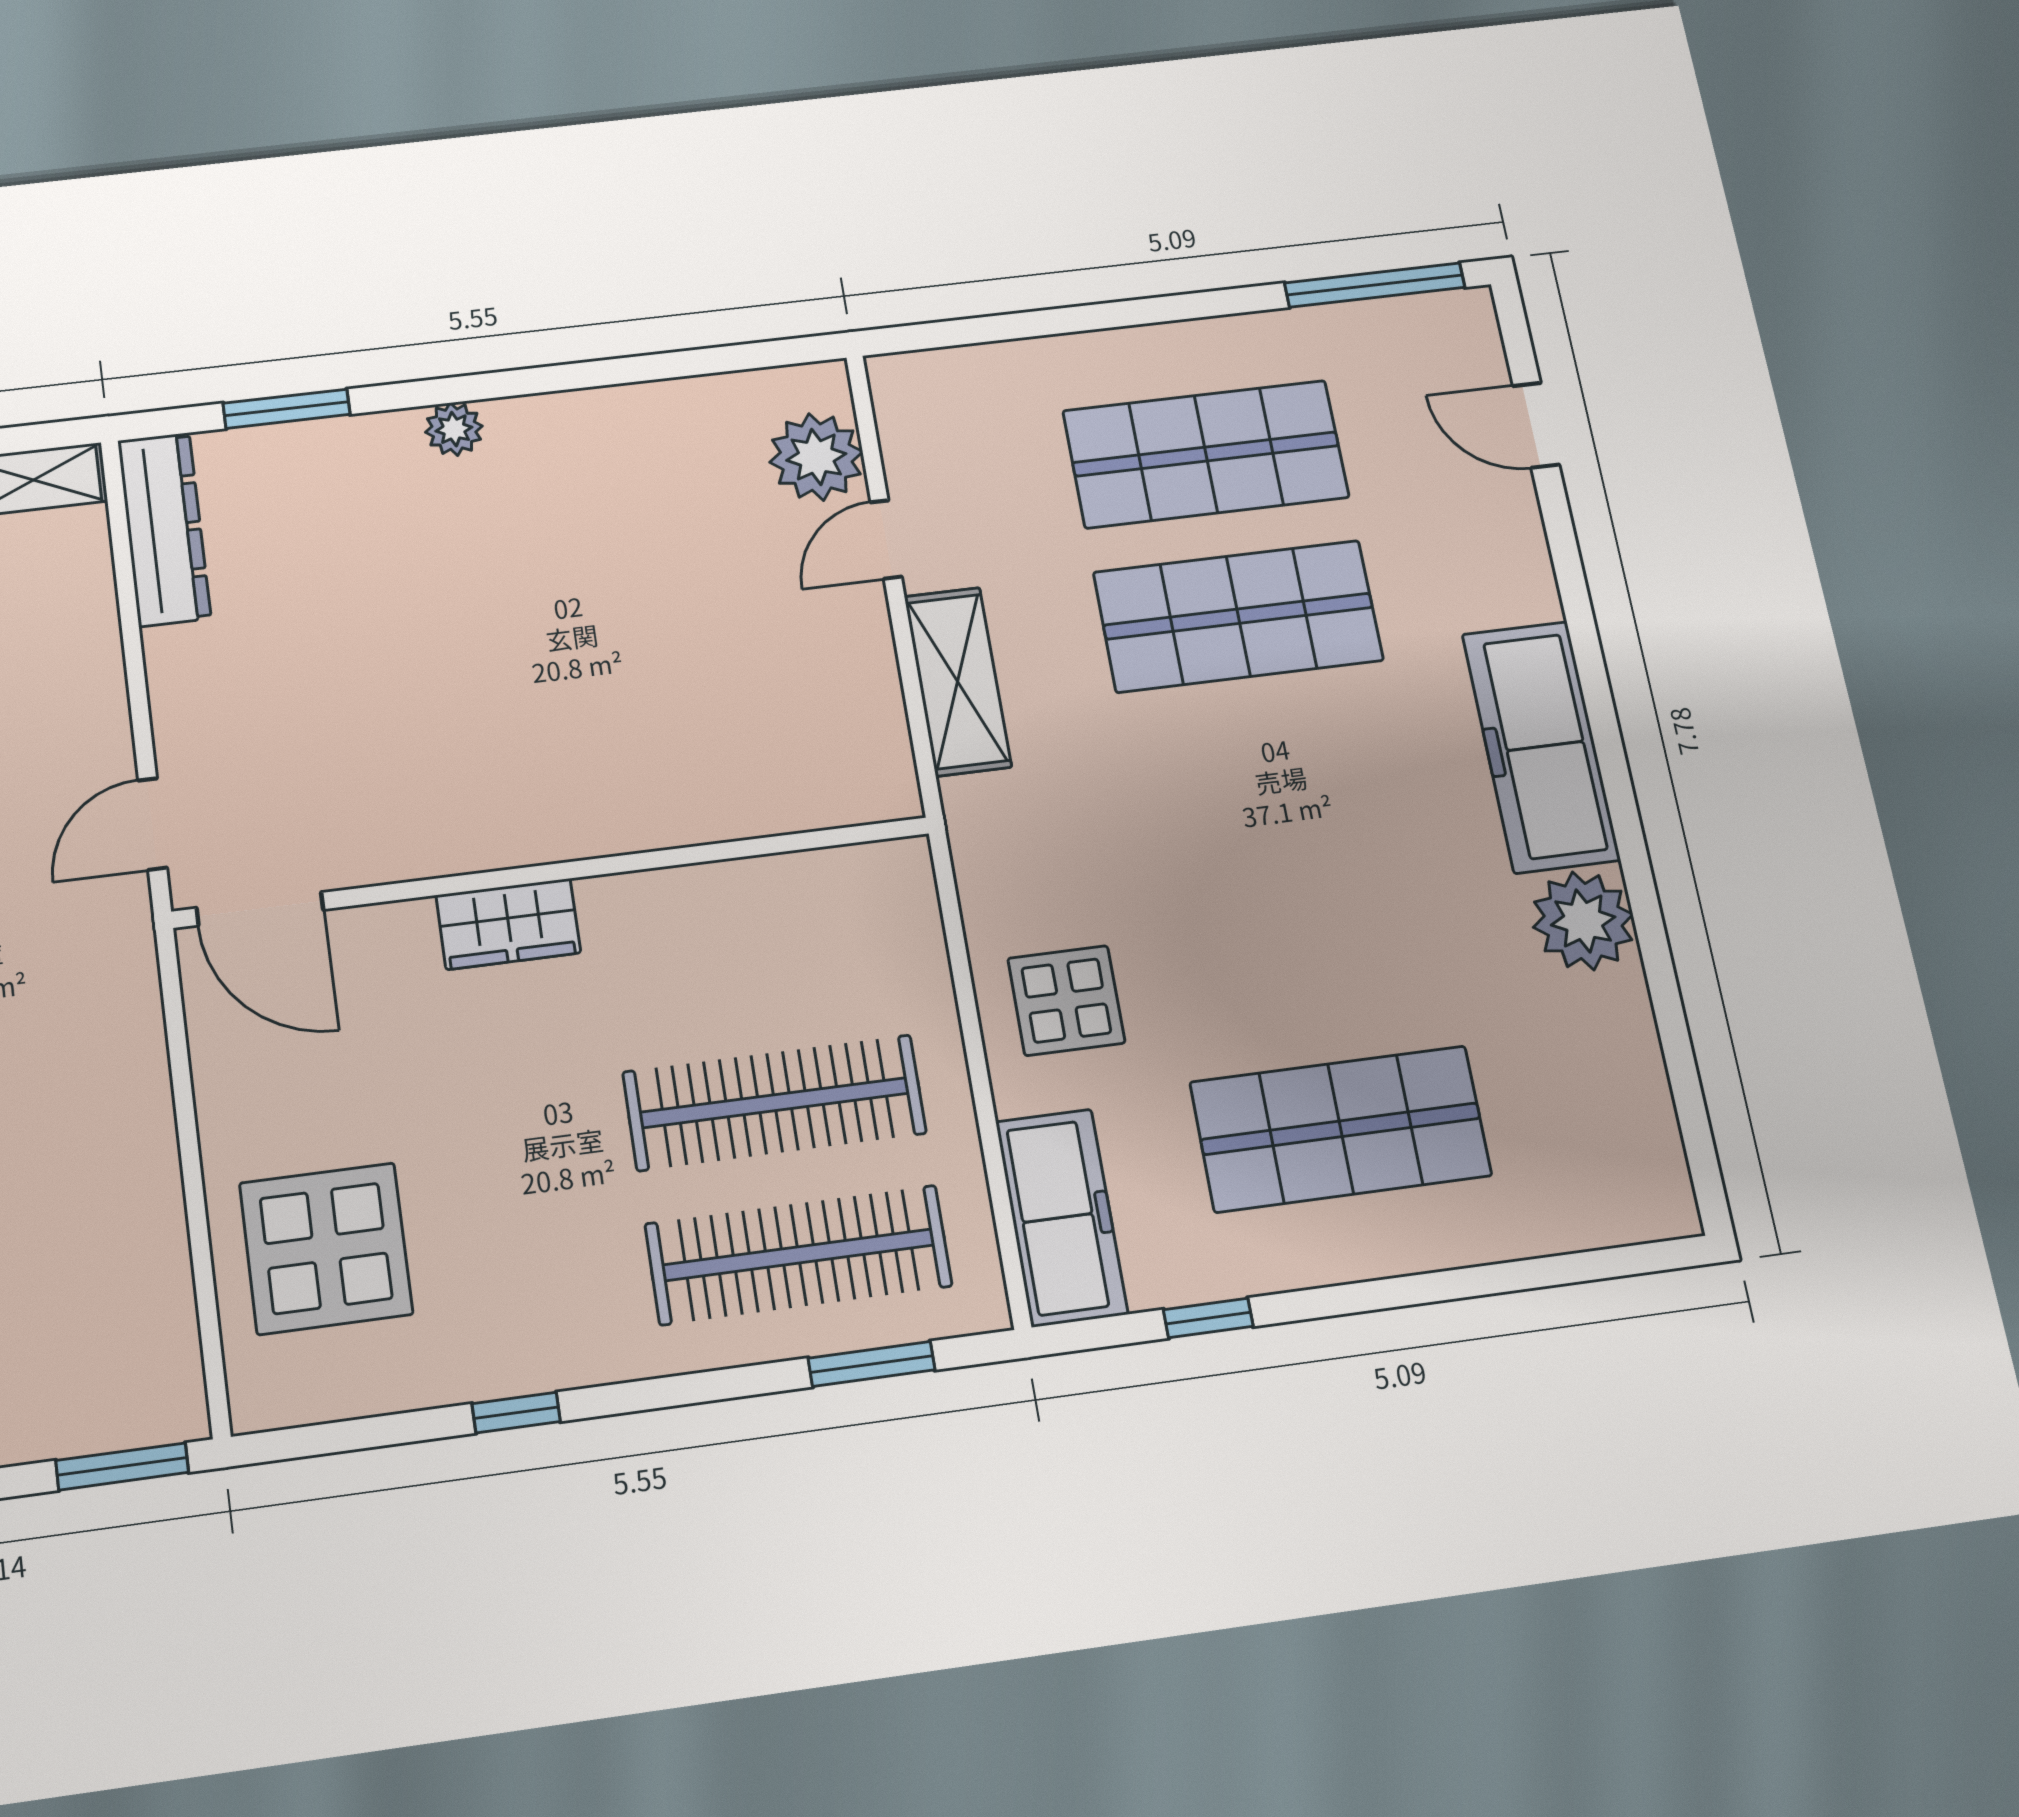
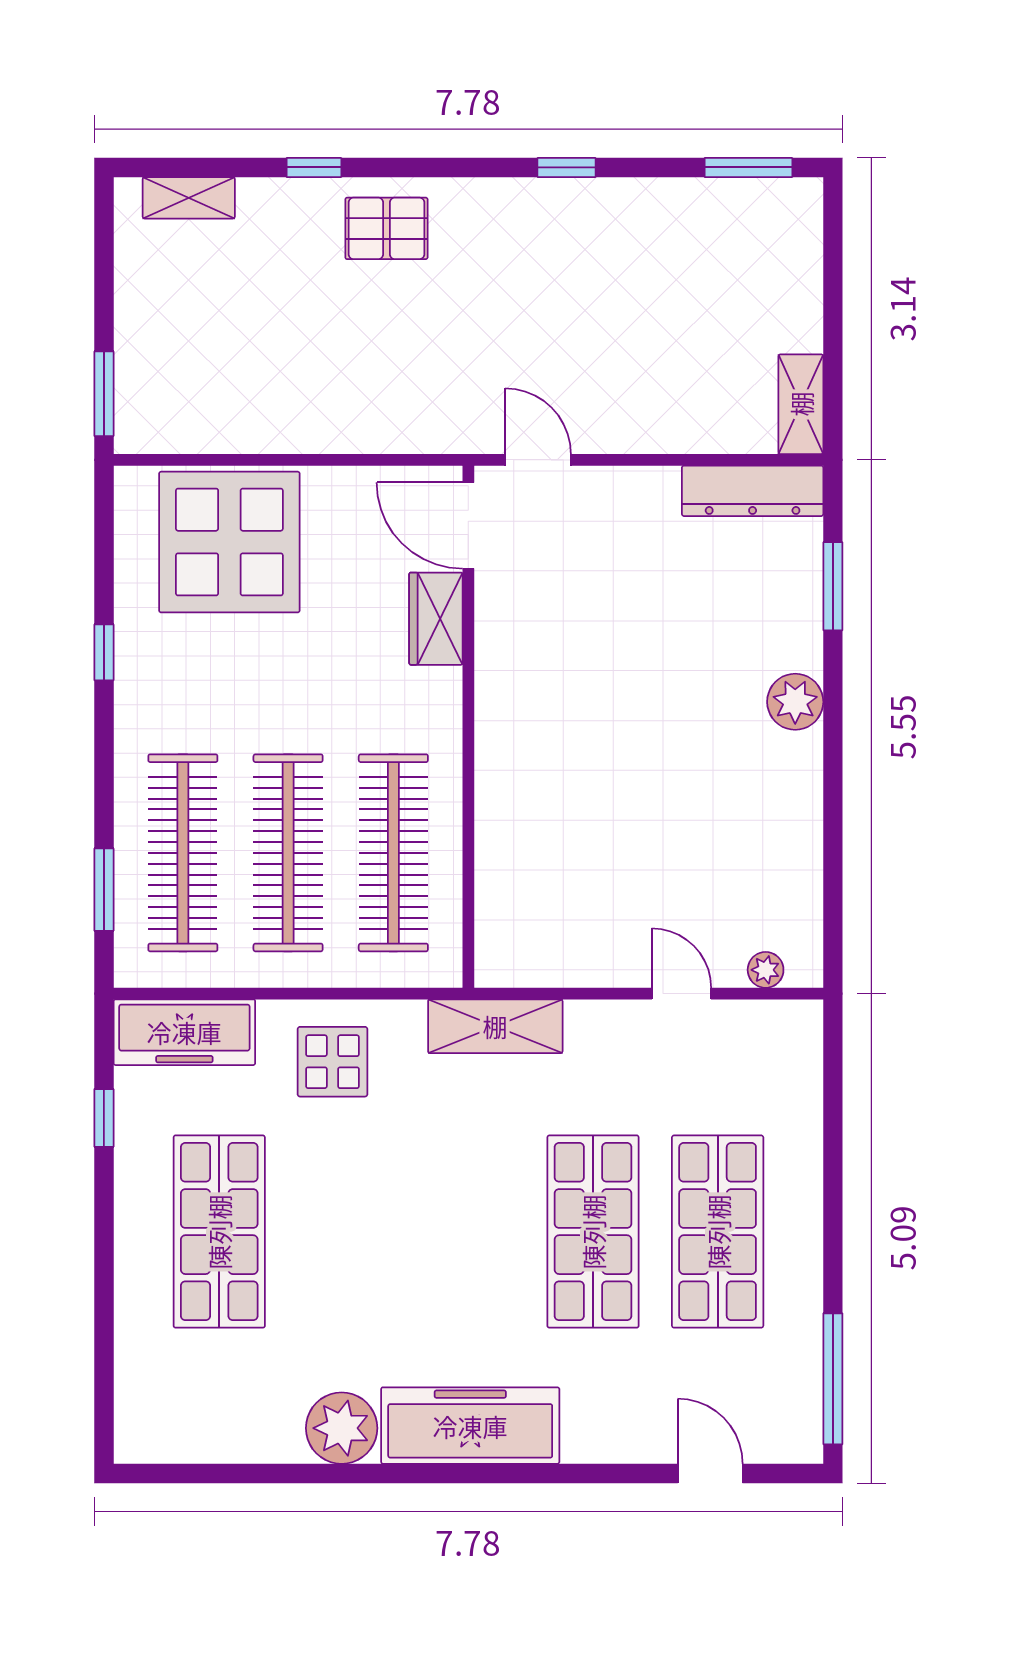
door: (1536, 425) -> (710, 1473), hinge flipped
plant: (454, 429) -> (795, 702), width x1.38, depth x1.38
plant: (816, 457) -> (766, 970), width x0.53, depth x0.53
shelving: (958, 681) -> (495, 1026), moved
door: (260, 909) -> (468, 526), hinge flipped
wardrobe: (508, 924) -> (436, 619), moved
clothes rail: (751, 954) -> (393, 853), added
display table: (326, 1248) -> (229, 542), width x1.36, depth x1.36

